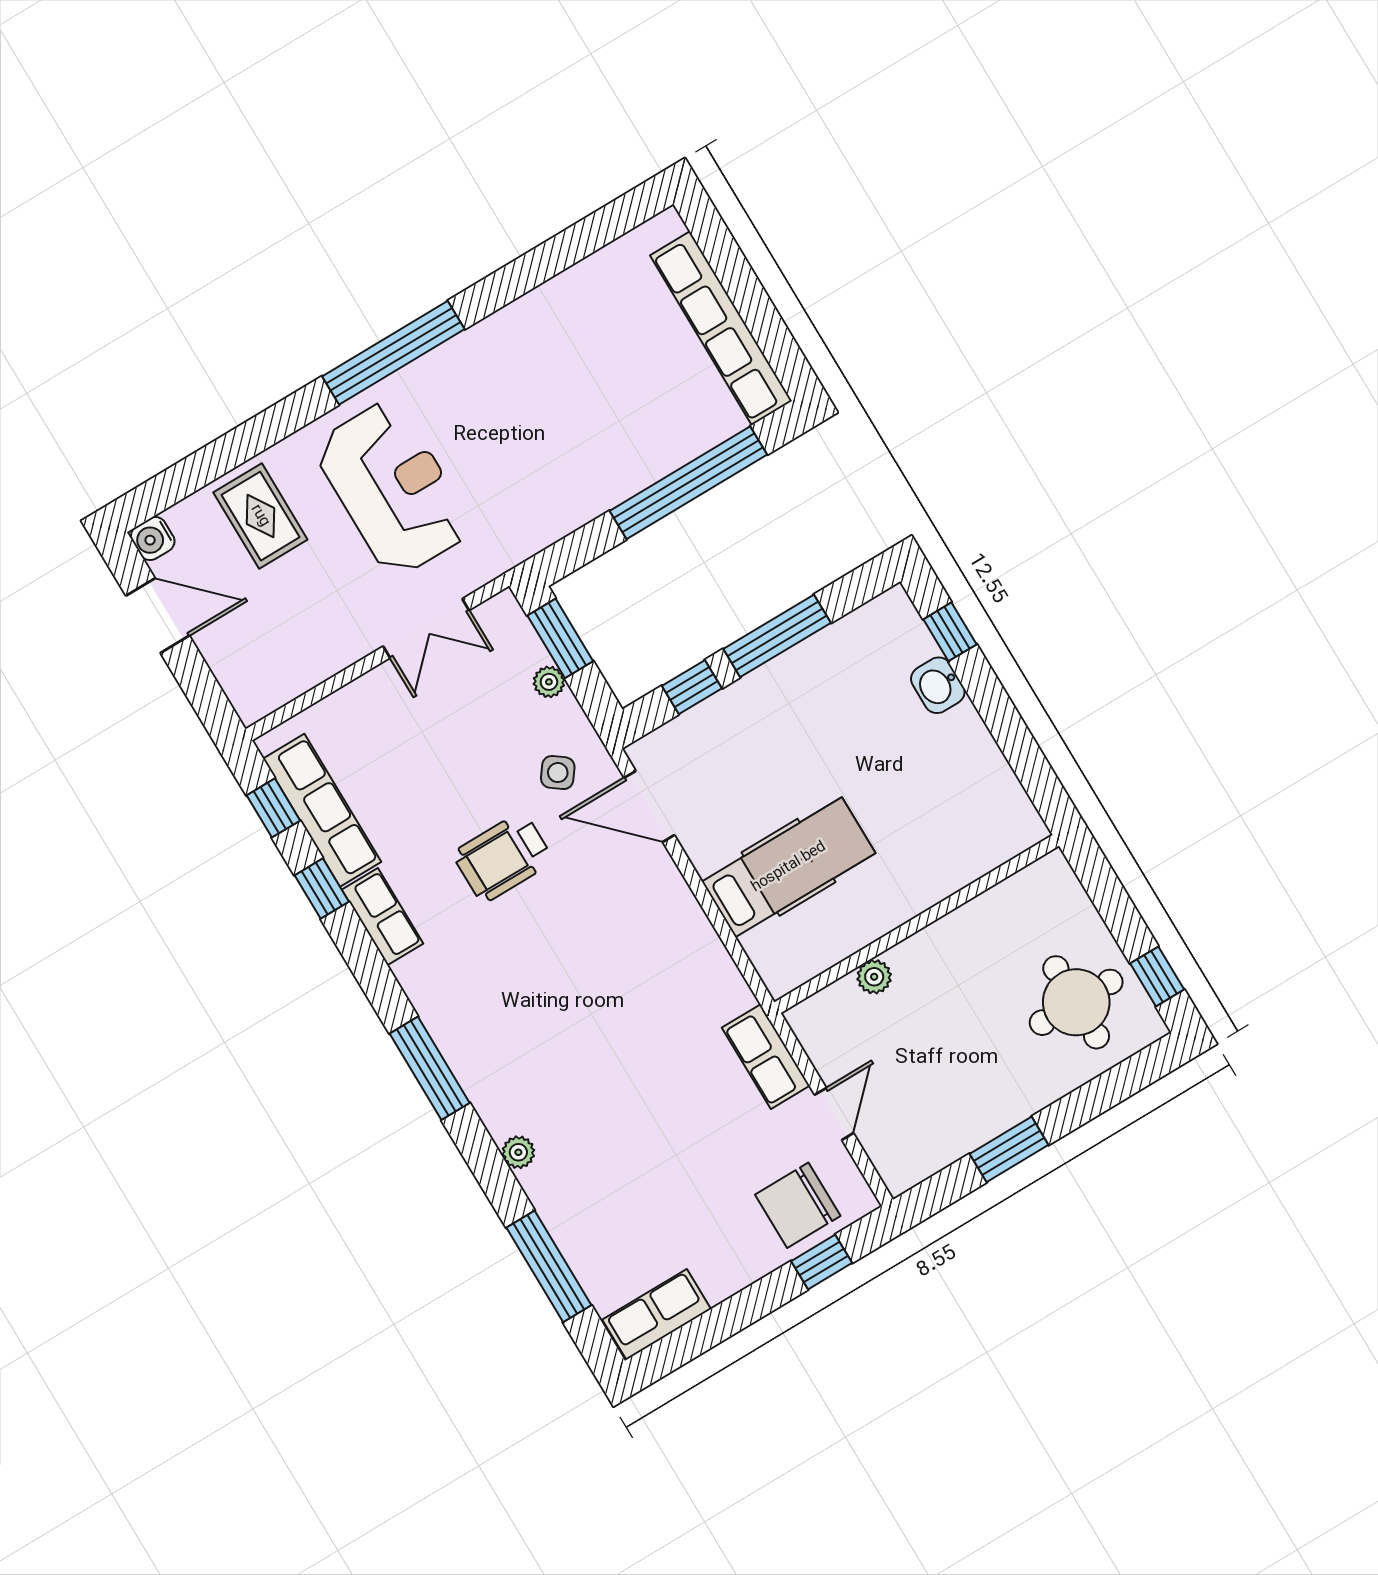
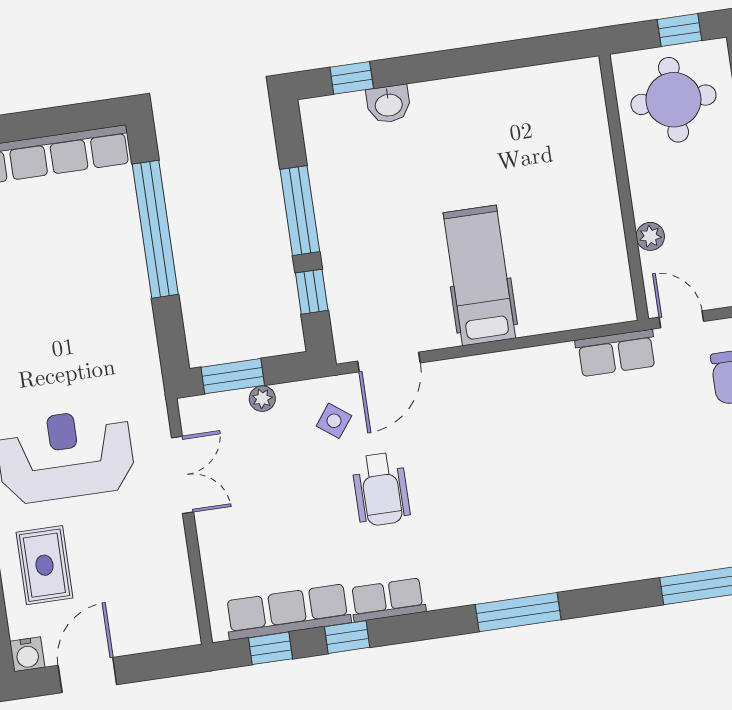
rug: (260, 516) -> (44, 565), turned 90
wall: (917, 924) -> (624, 187), moved
plant: (874, 977) -> (650, 236), moved
plant: (518, 1152) -> (610, 571), removed

